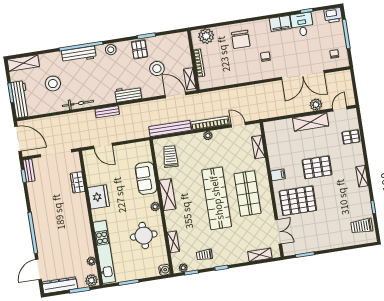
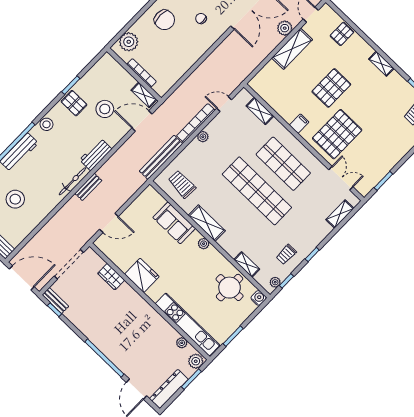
bicycle: (78, 104) -> (72, 181), moved
round table: (144, 236) -> (230, 288), moved

